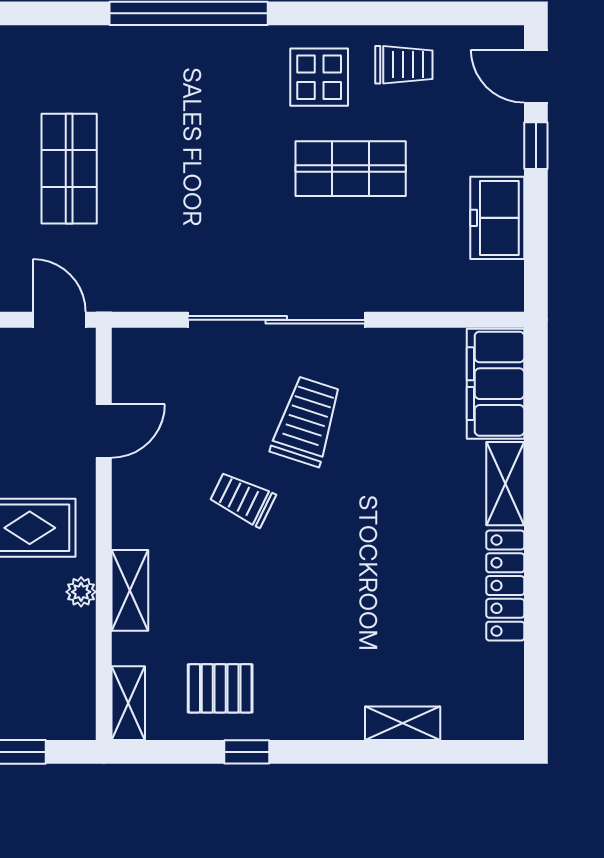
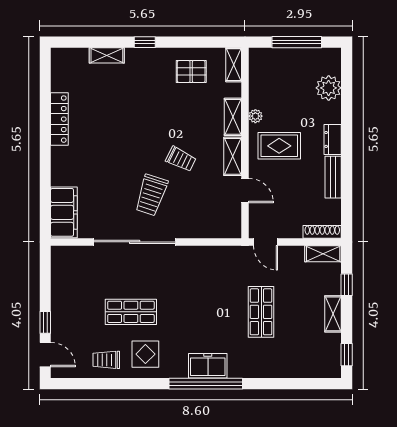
freezer: (497, 218) -> (208, 366), moved, turned -90
sliding door: (276, 320) -> (135, 242), moved
door: (104, 431) -> (245, 191), swing flipped
shelving: (505, 484) -> (233, 156), moved
window: (247, 752) -> (145, 42), moved

